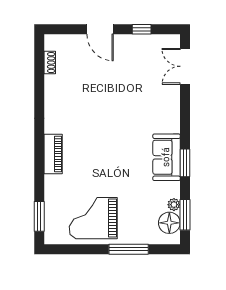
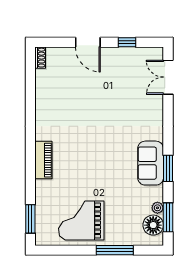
shoe rack: (50, 63) -> (40, 58), moved

